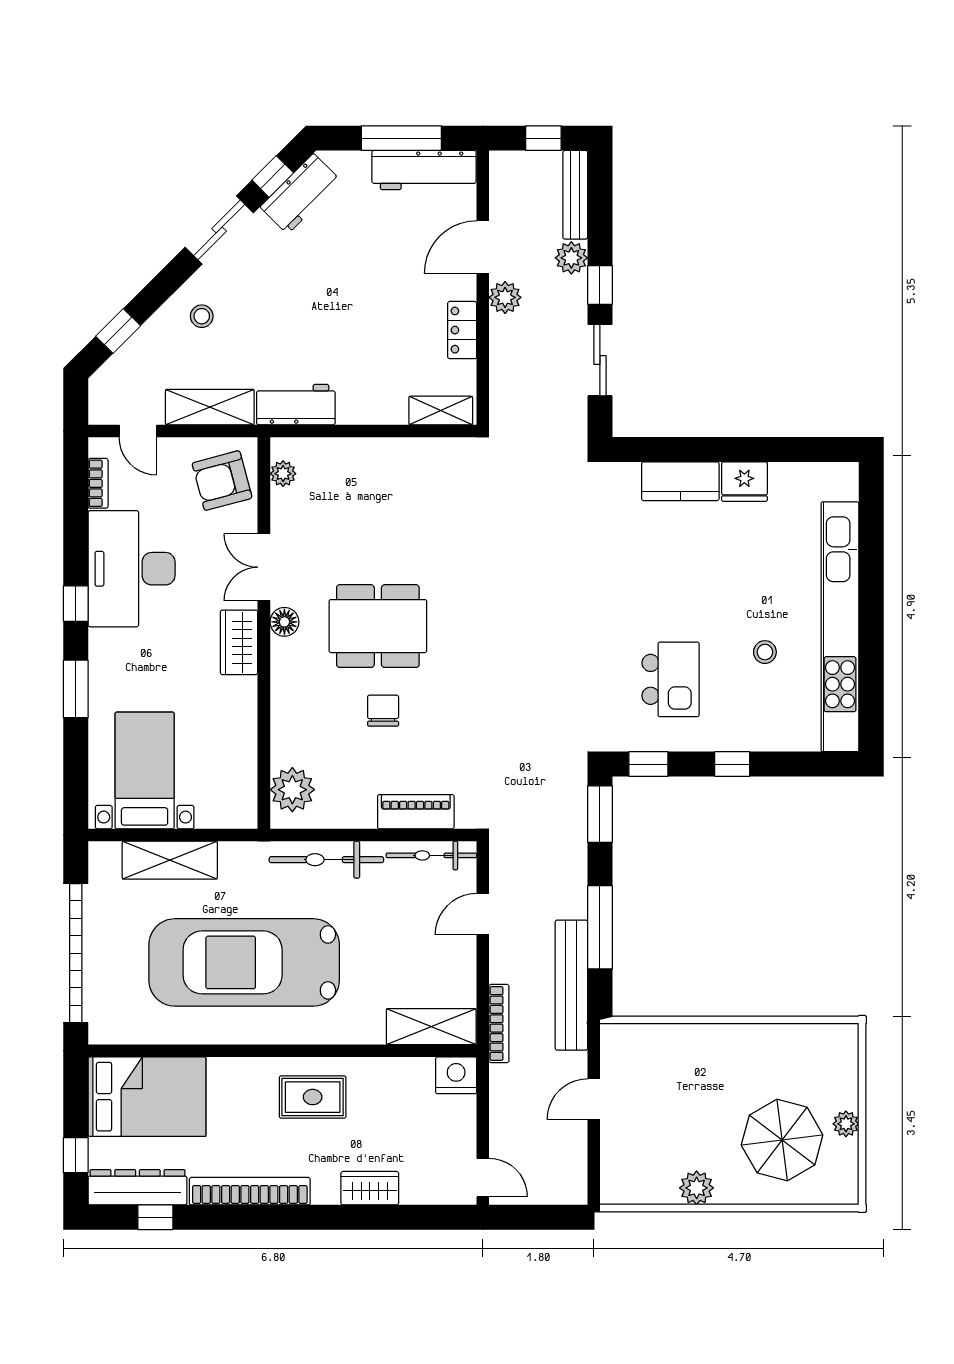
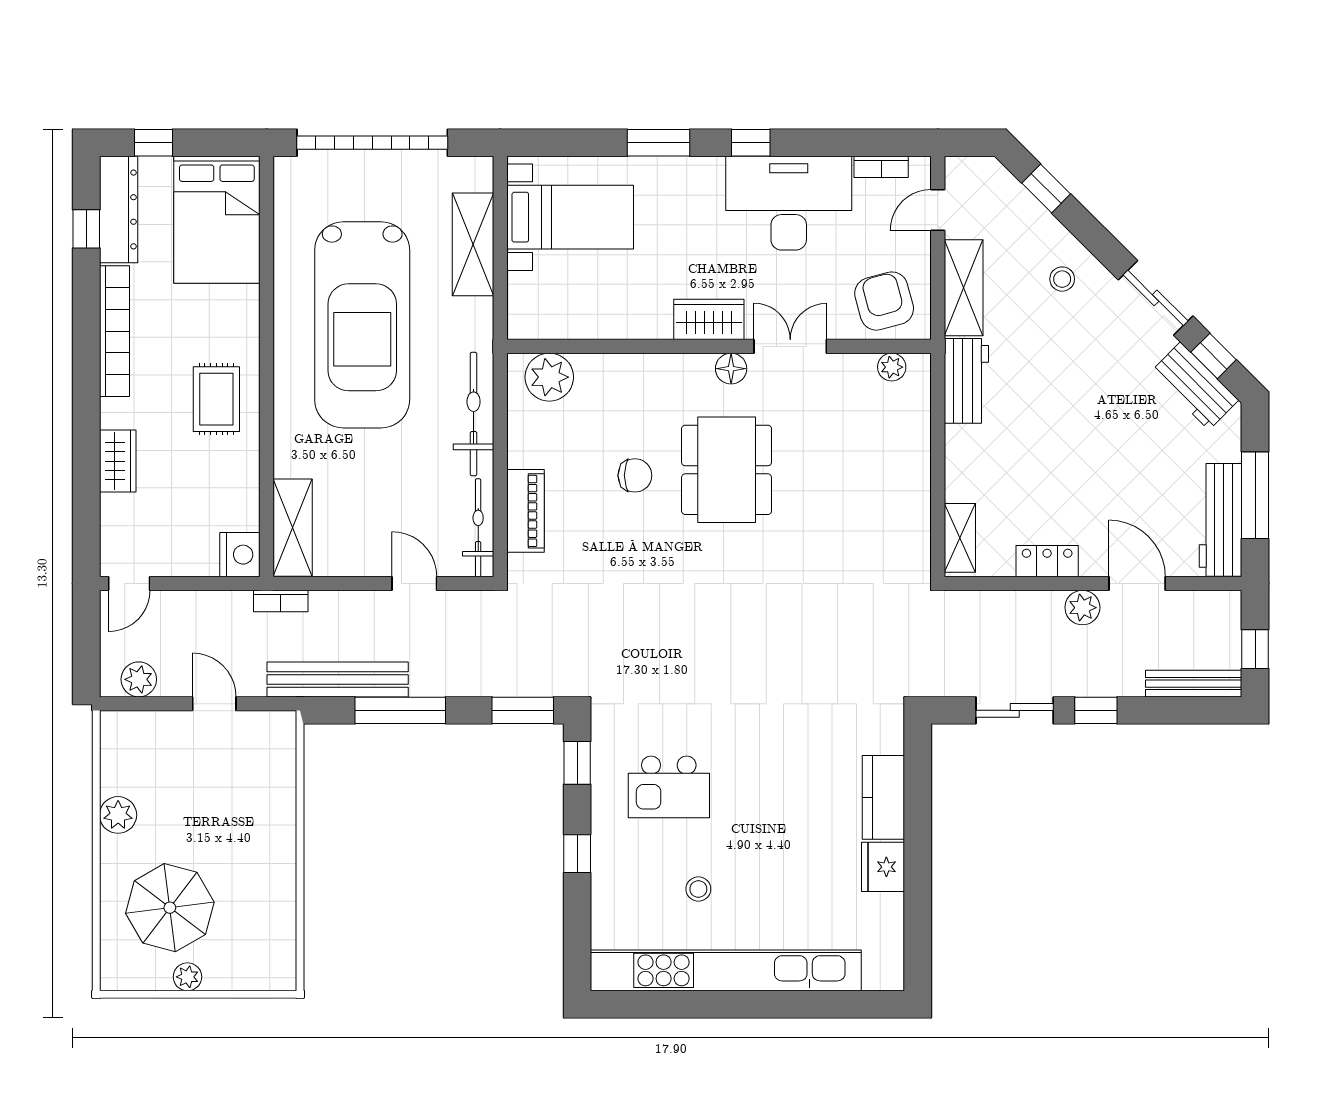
plant: (571, 258) -> (139, 679), moved
car: (244, 962) -> (362, 325), turned 180
bookcase: (499, 1023) -> (281, 601), width x0.64

